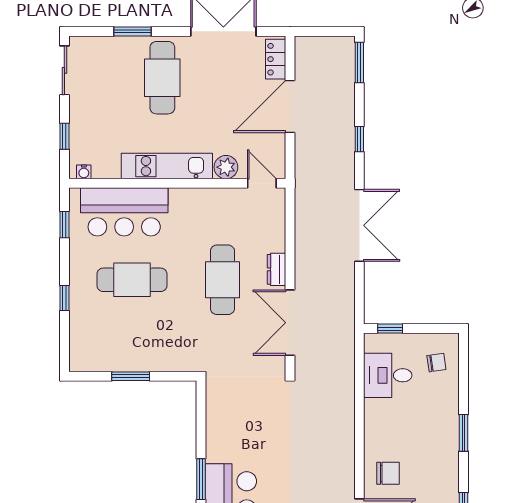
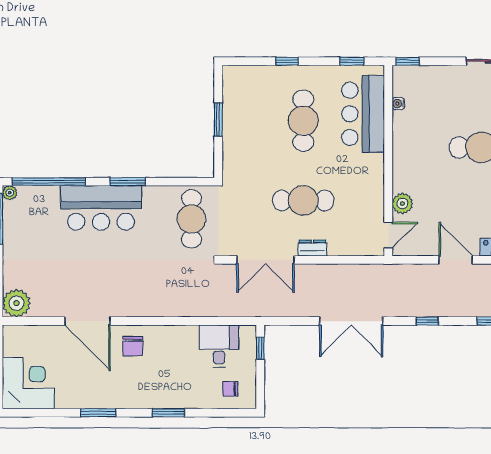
door: (290, 107) -> (456, 260), width x0.73
window: (64, 136) -> (408, 61), moved
kitchen unit: (167, 166) -> (403, 151), removed
water cooler: (84, 172) -> (398, 104), moved
double door: (290, 323) -> (265, 260), swing flipped
chair: (436, 363) -> (230, 389), turned 98
cafe table: (243, 407) -> (191, 219), added

